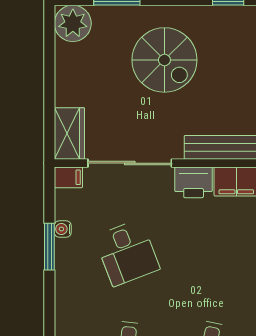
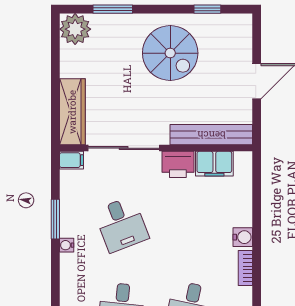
spiral stairs: (164, 60) -> (170, 53), moved
wardrobe: (69, 133) -> (72, 112), width x1.50
water cooler: (63, 229) -> (67, 245), moved

